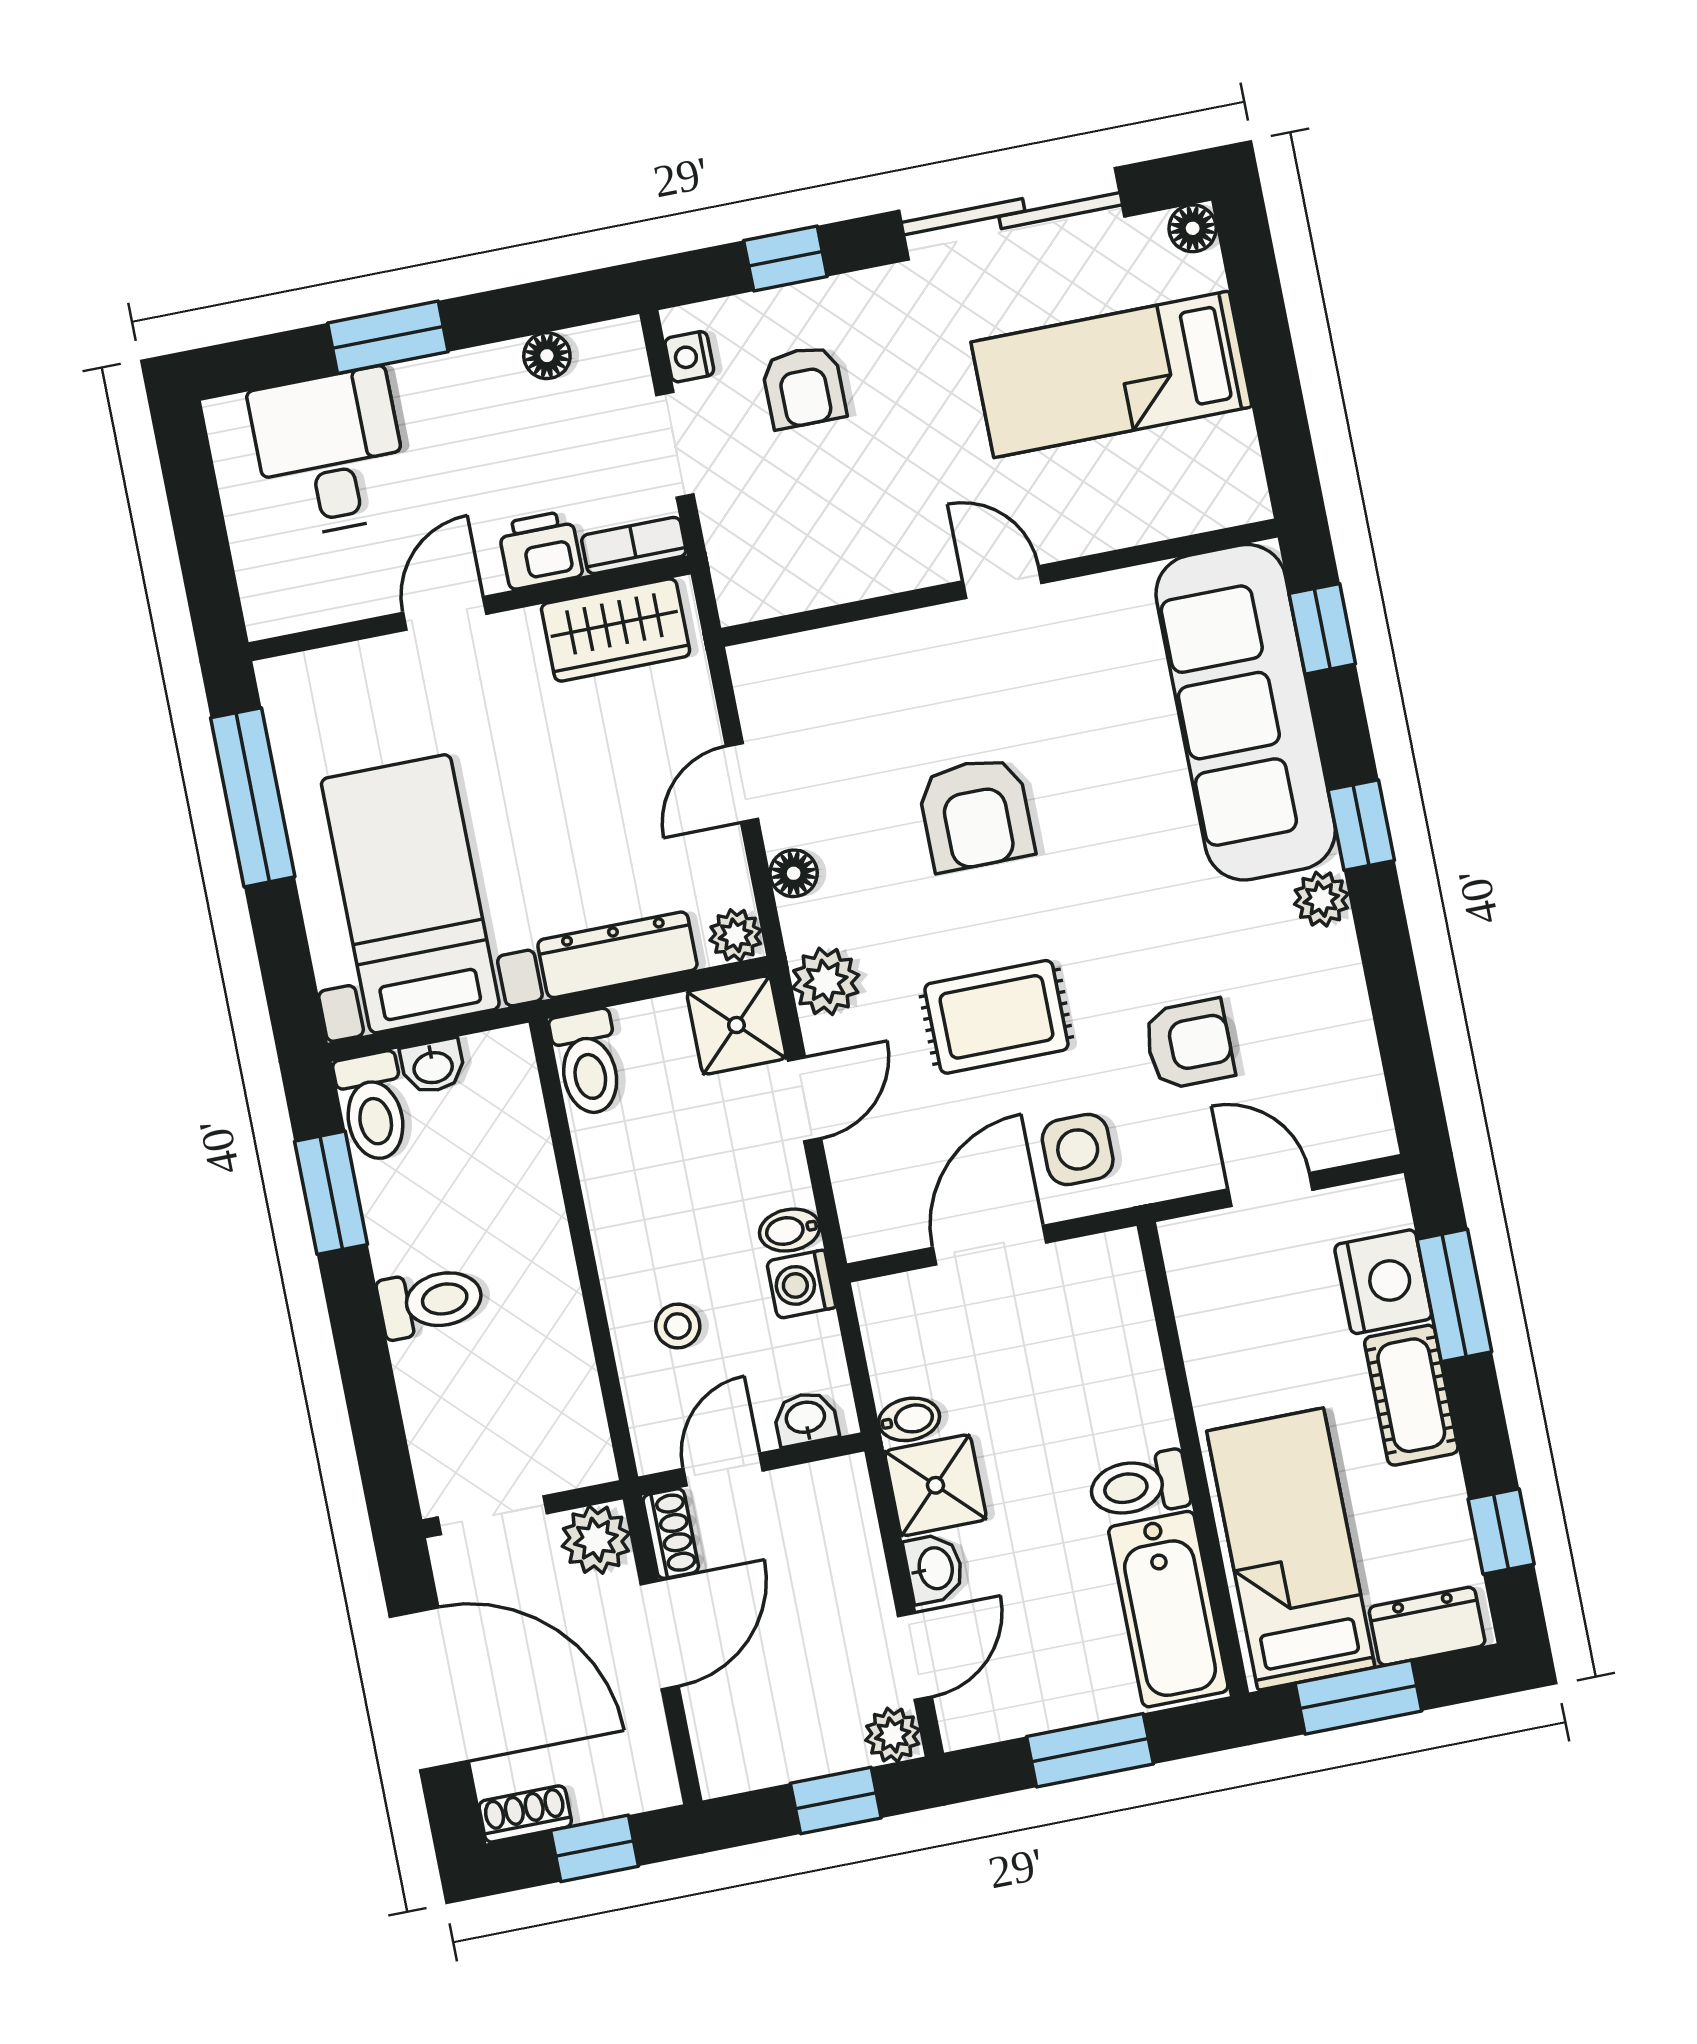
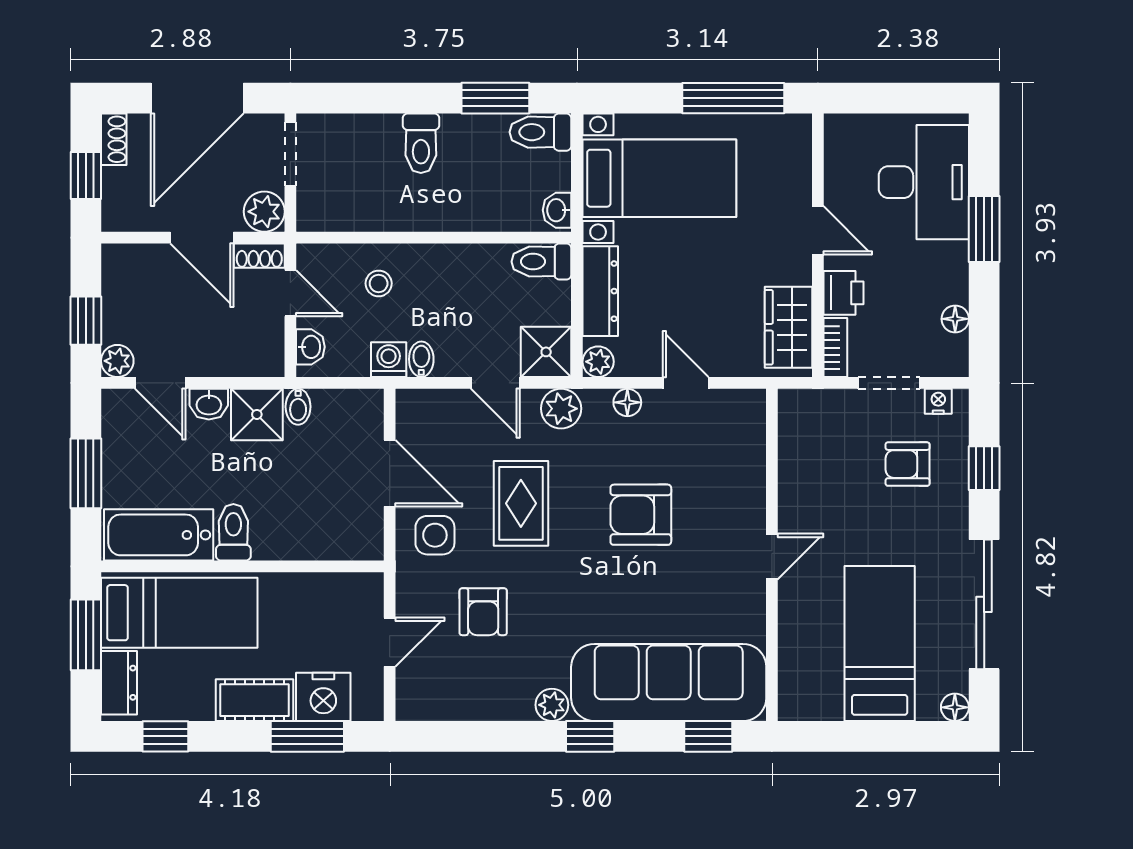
desk: (330, 453) -> (924, 182), width x1.37
washbasin: (433, 1066) -> (557, 210), moved

